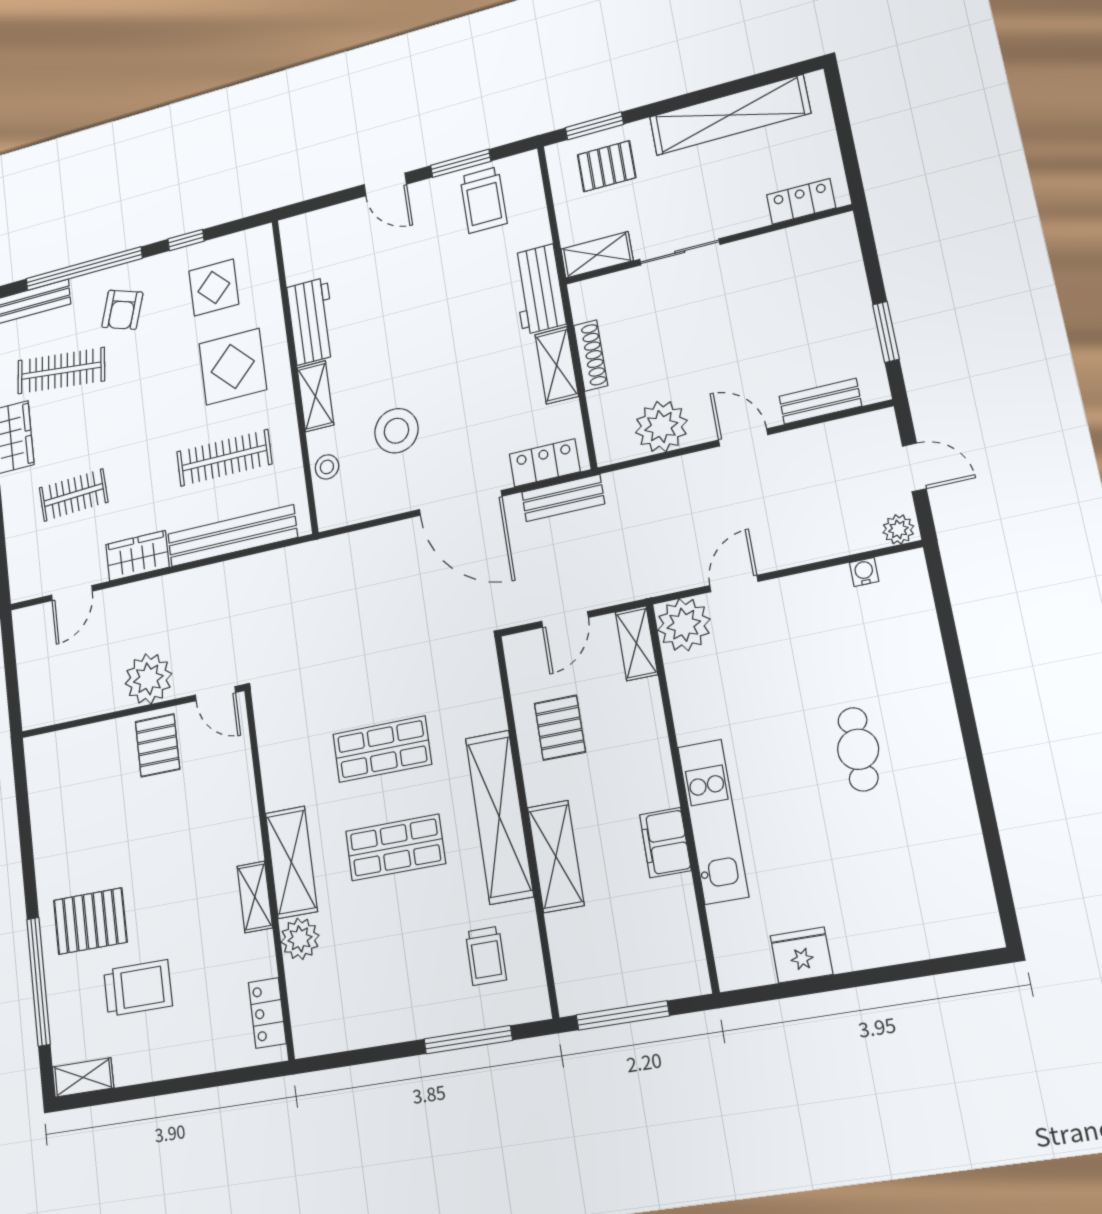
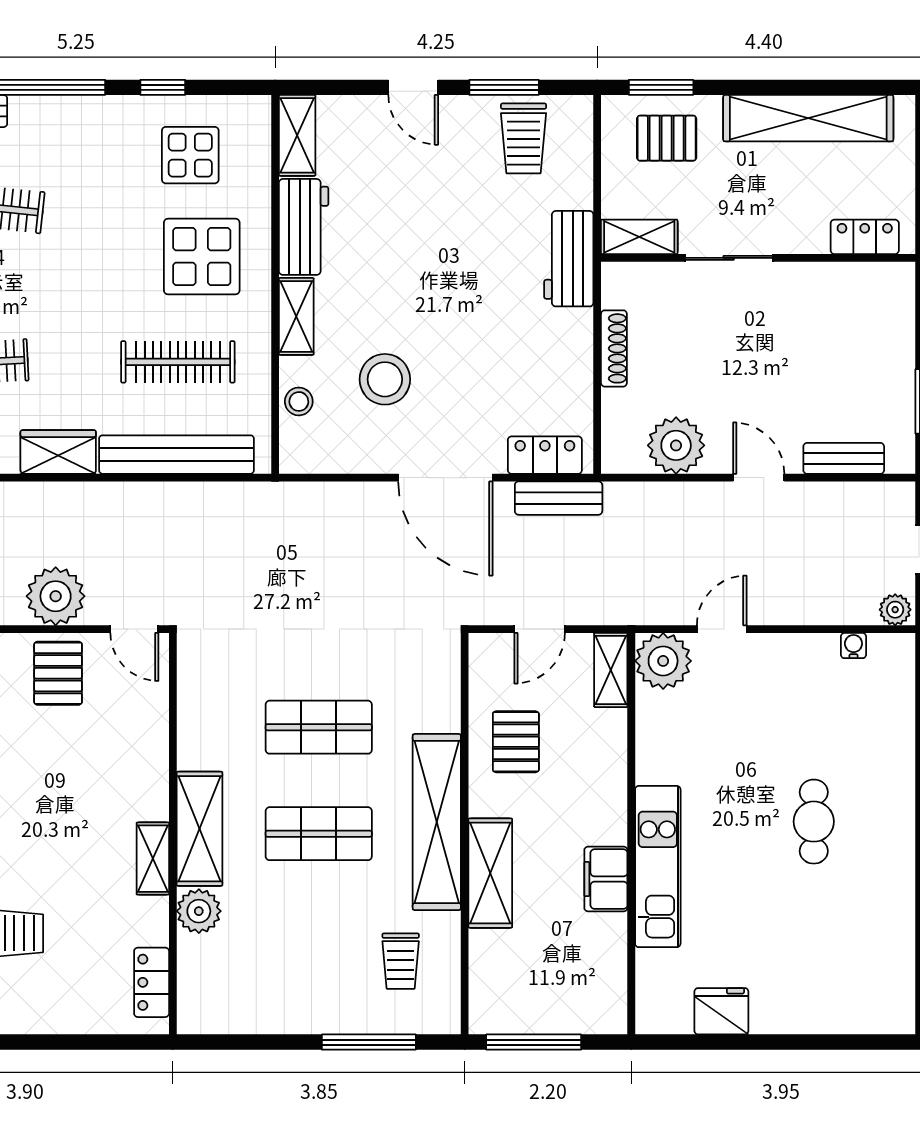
armchair: (122, 310) -> (73, 152), removed
shelving: (557, 365) -> (297, 135), moved

